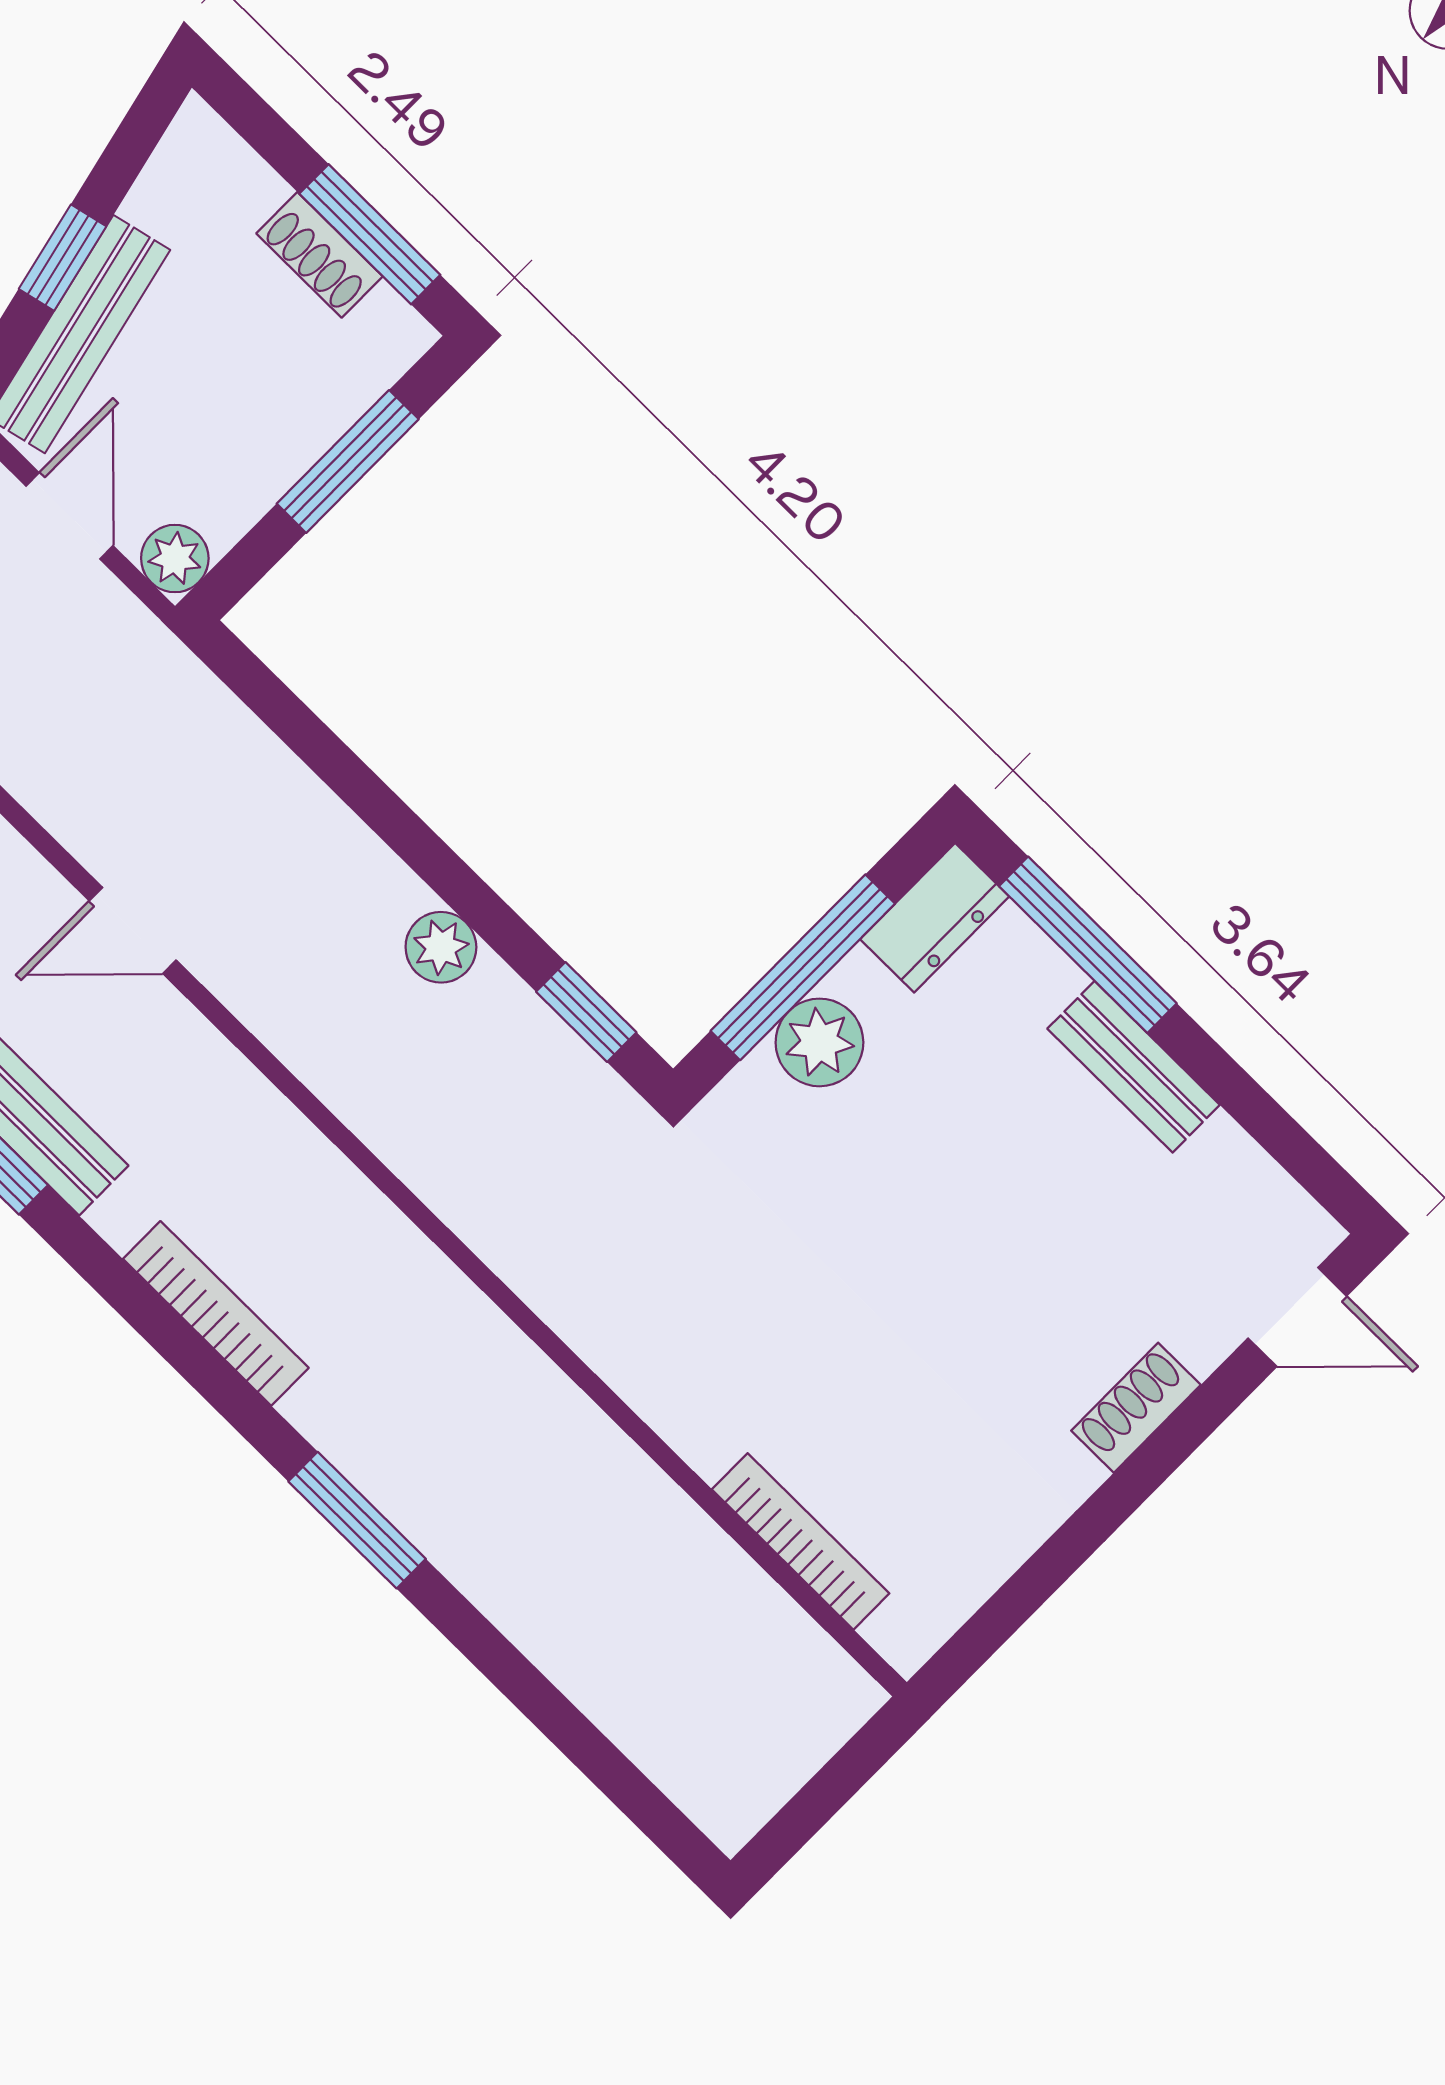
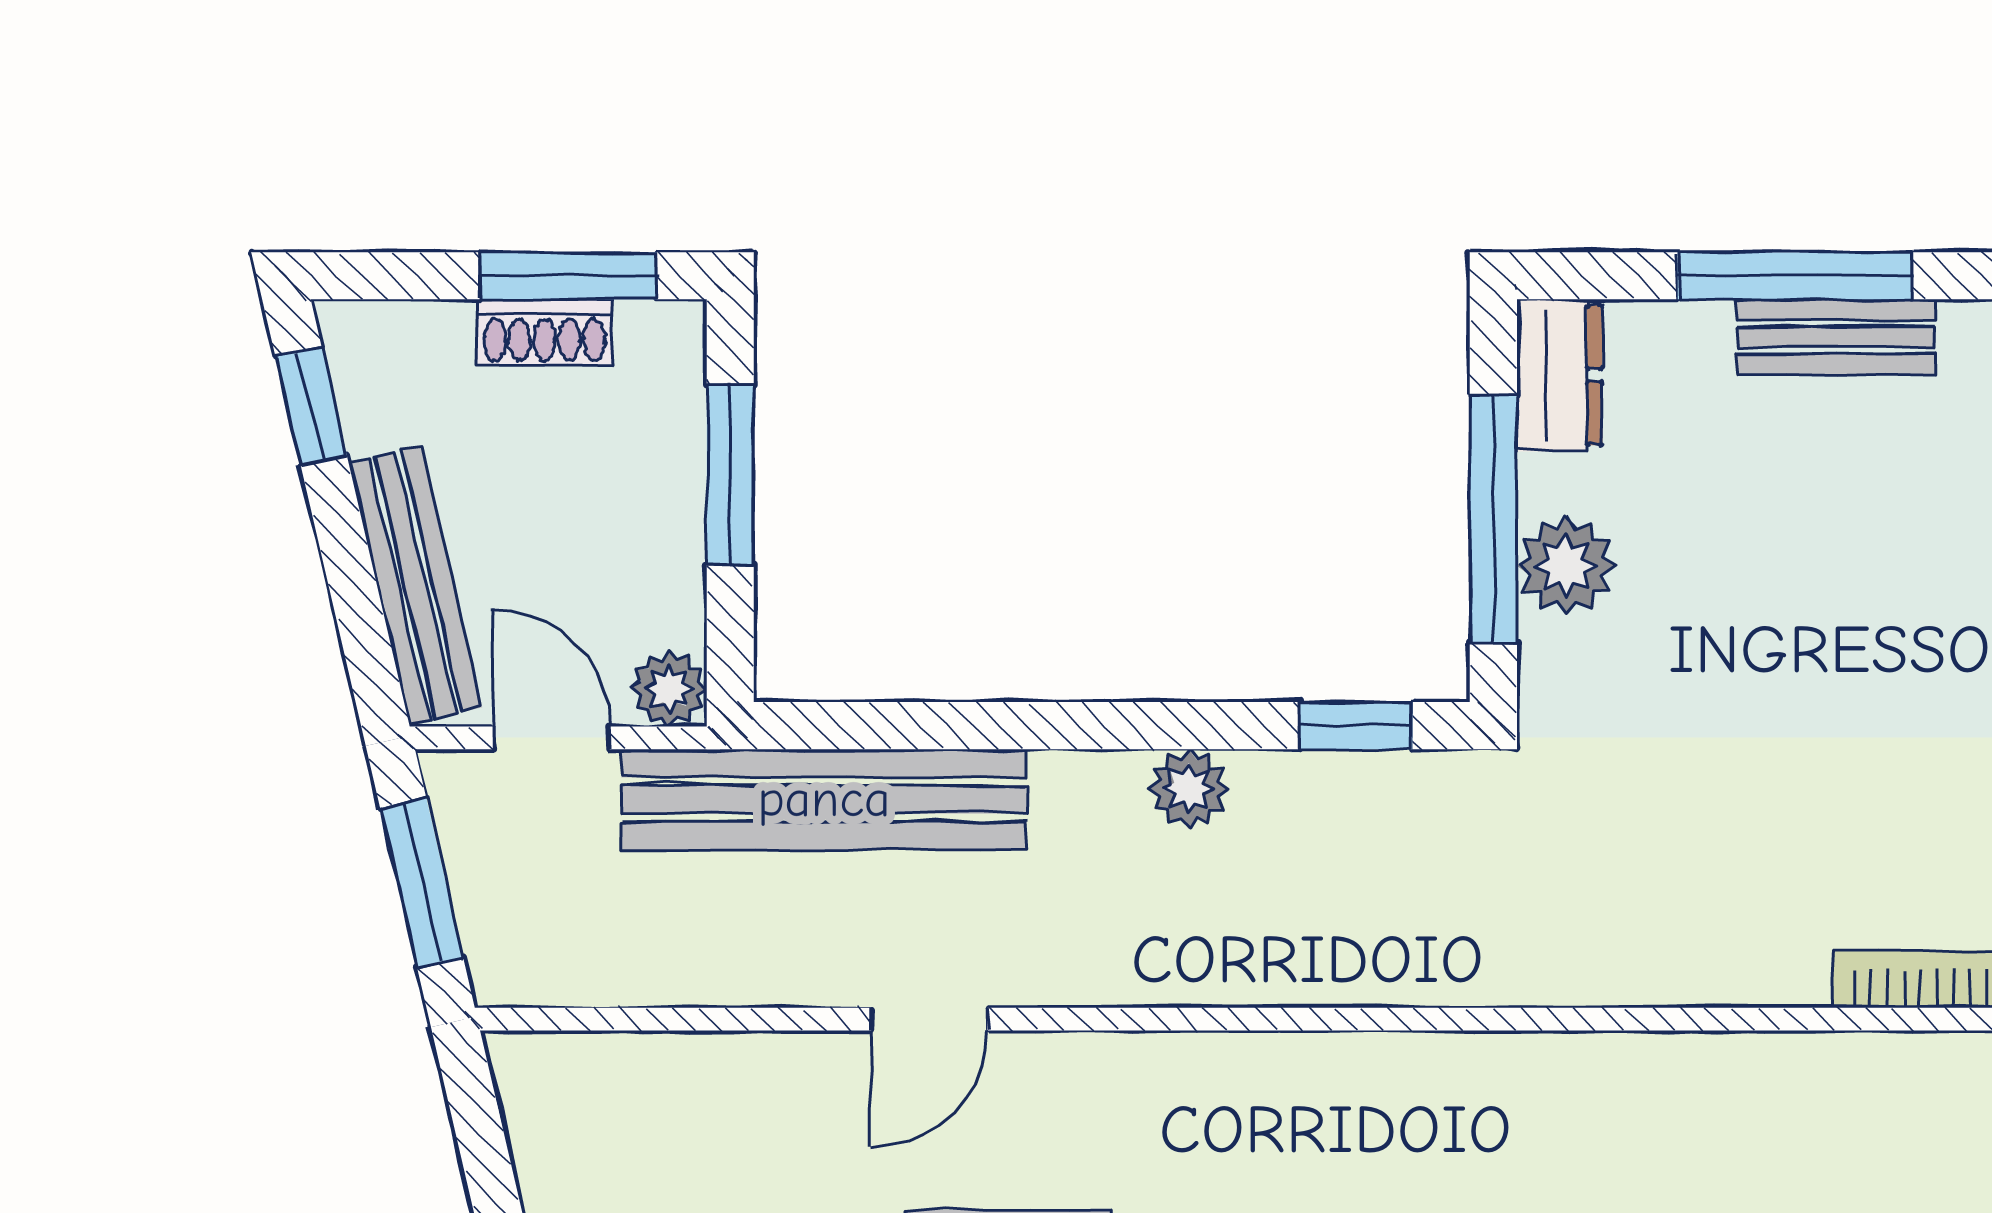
window: (62, 258) -> (311, 406), moved
bench: (203, 725) -> (824, 799), added
window: (1088, 945) -> (1795, 276), moved

